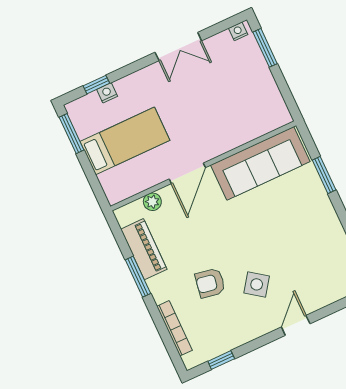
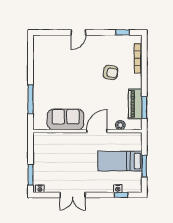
double door: (178, 47) -> (73, 195), swing flipped
window: (72, 134) -> (144, 166), moved
sofa: (260, 163) -> (66, 119), width x0.73
window: (324, 175) -> (31, 99), width x1.44
window: (138, 277) -> (144, 108), moved
side table: (257, 284) -> (88, 61), removed

